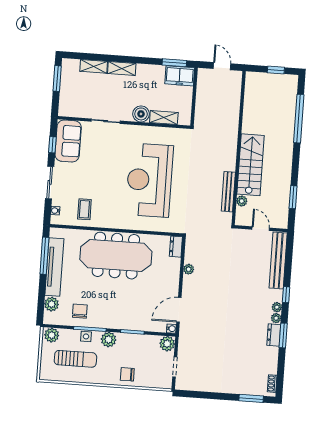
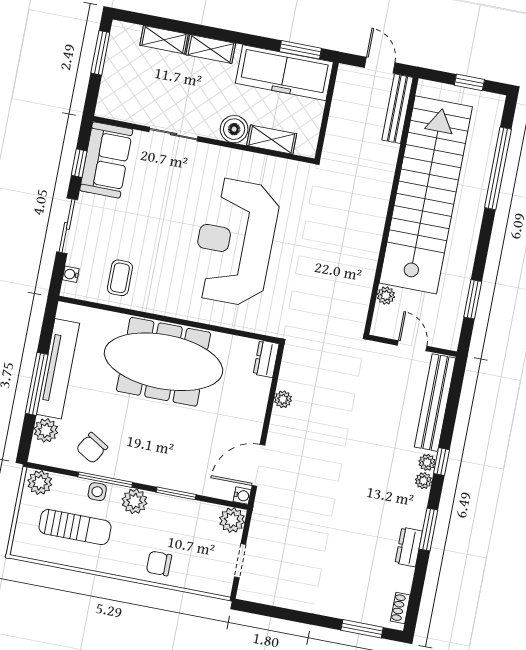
freezer: (180, 76) -> (284, 73), width x1.91, depth x1.26
stairs: (251, 165) -> (426, 195), width x1.86, depth x1.51
bench: (228, 192) -> (398, 109), moved
window: (44, 256) -> (37, 384), moved
chair: (80, 311) -> (92, 448), turned -149
plant: (276, 318) -> (427, 462), moved
dresser: (274, 335) -> (409, 547), moved

